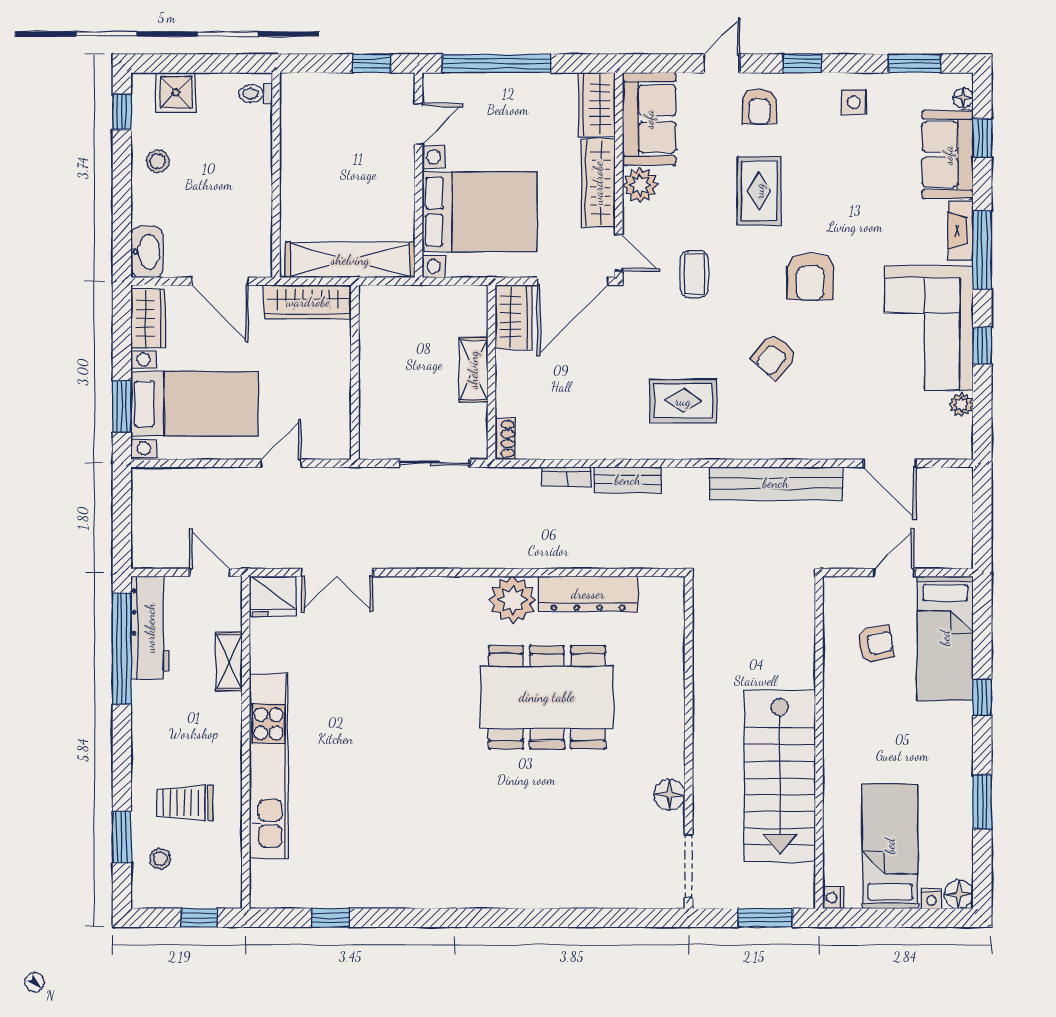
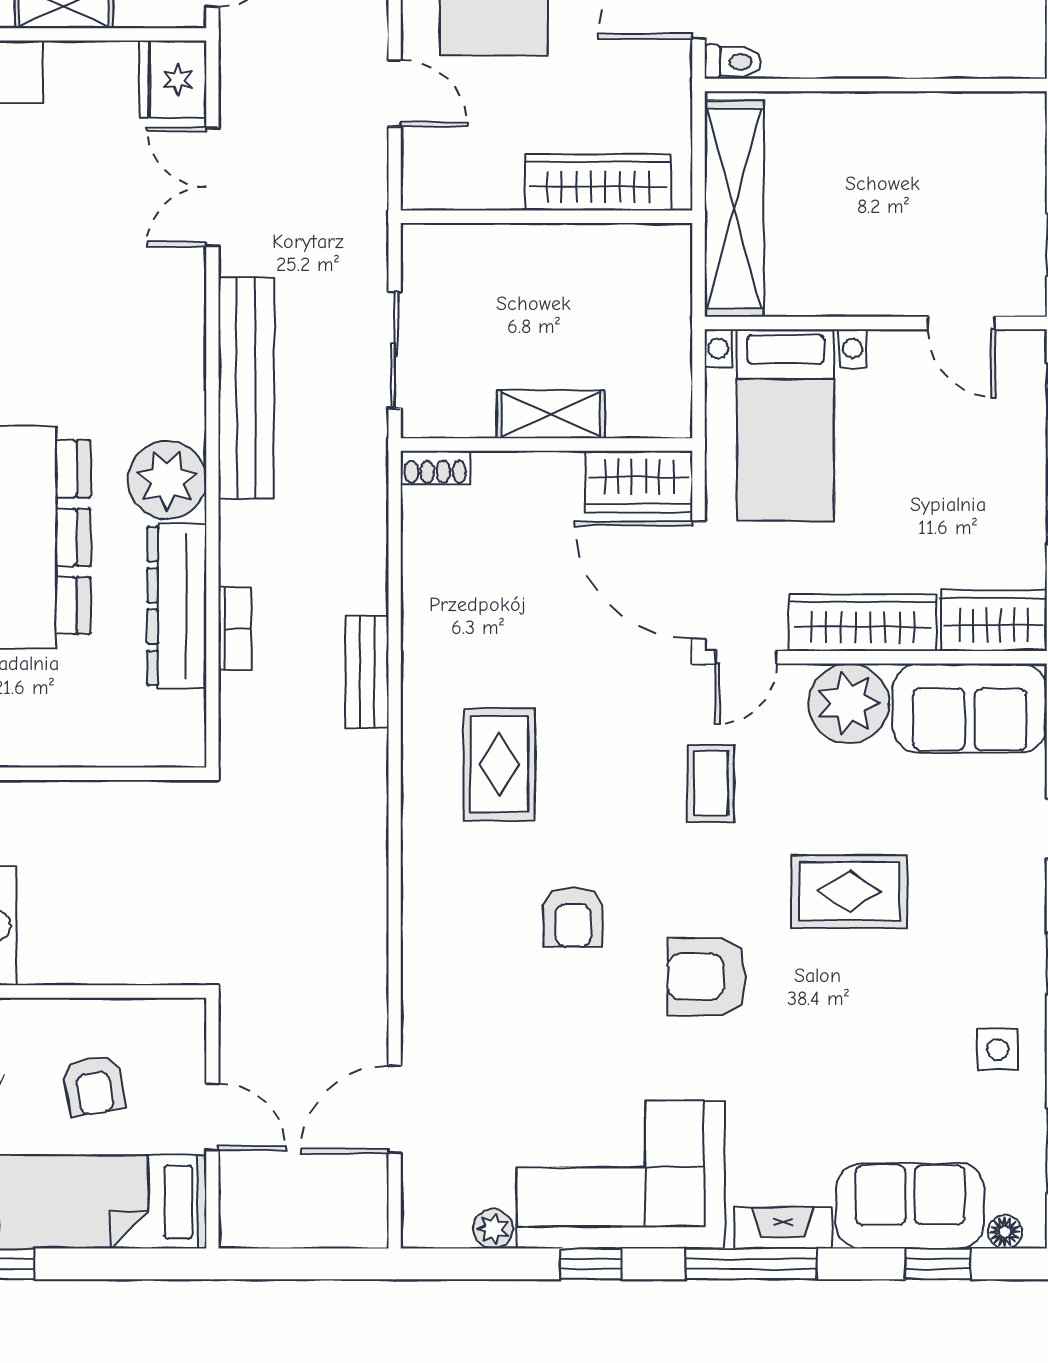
toilet: (255, 94) -> (733, 62), moved, turned 90
armchair: (760, 106) -> (991, 892), removed
plant: (640, 185) -> (849, 703), width x1.36, depth x1.36
bed with nightstands: (480, 212) -> (785, 425), width x0.73
coffee table: (694, 274) -> (711, 783), turned 90
wardrobe: (308, 302) -> (598, 182), moved, turned 90
armchair: (774, 356) -> (573, 917), turned -130
bookcase: (567, 477) -> (235, 628), moved, turned 180
bench: (776, 483) -> (246, 388), moved

